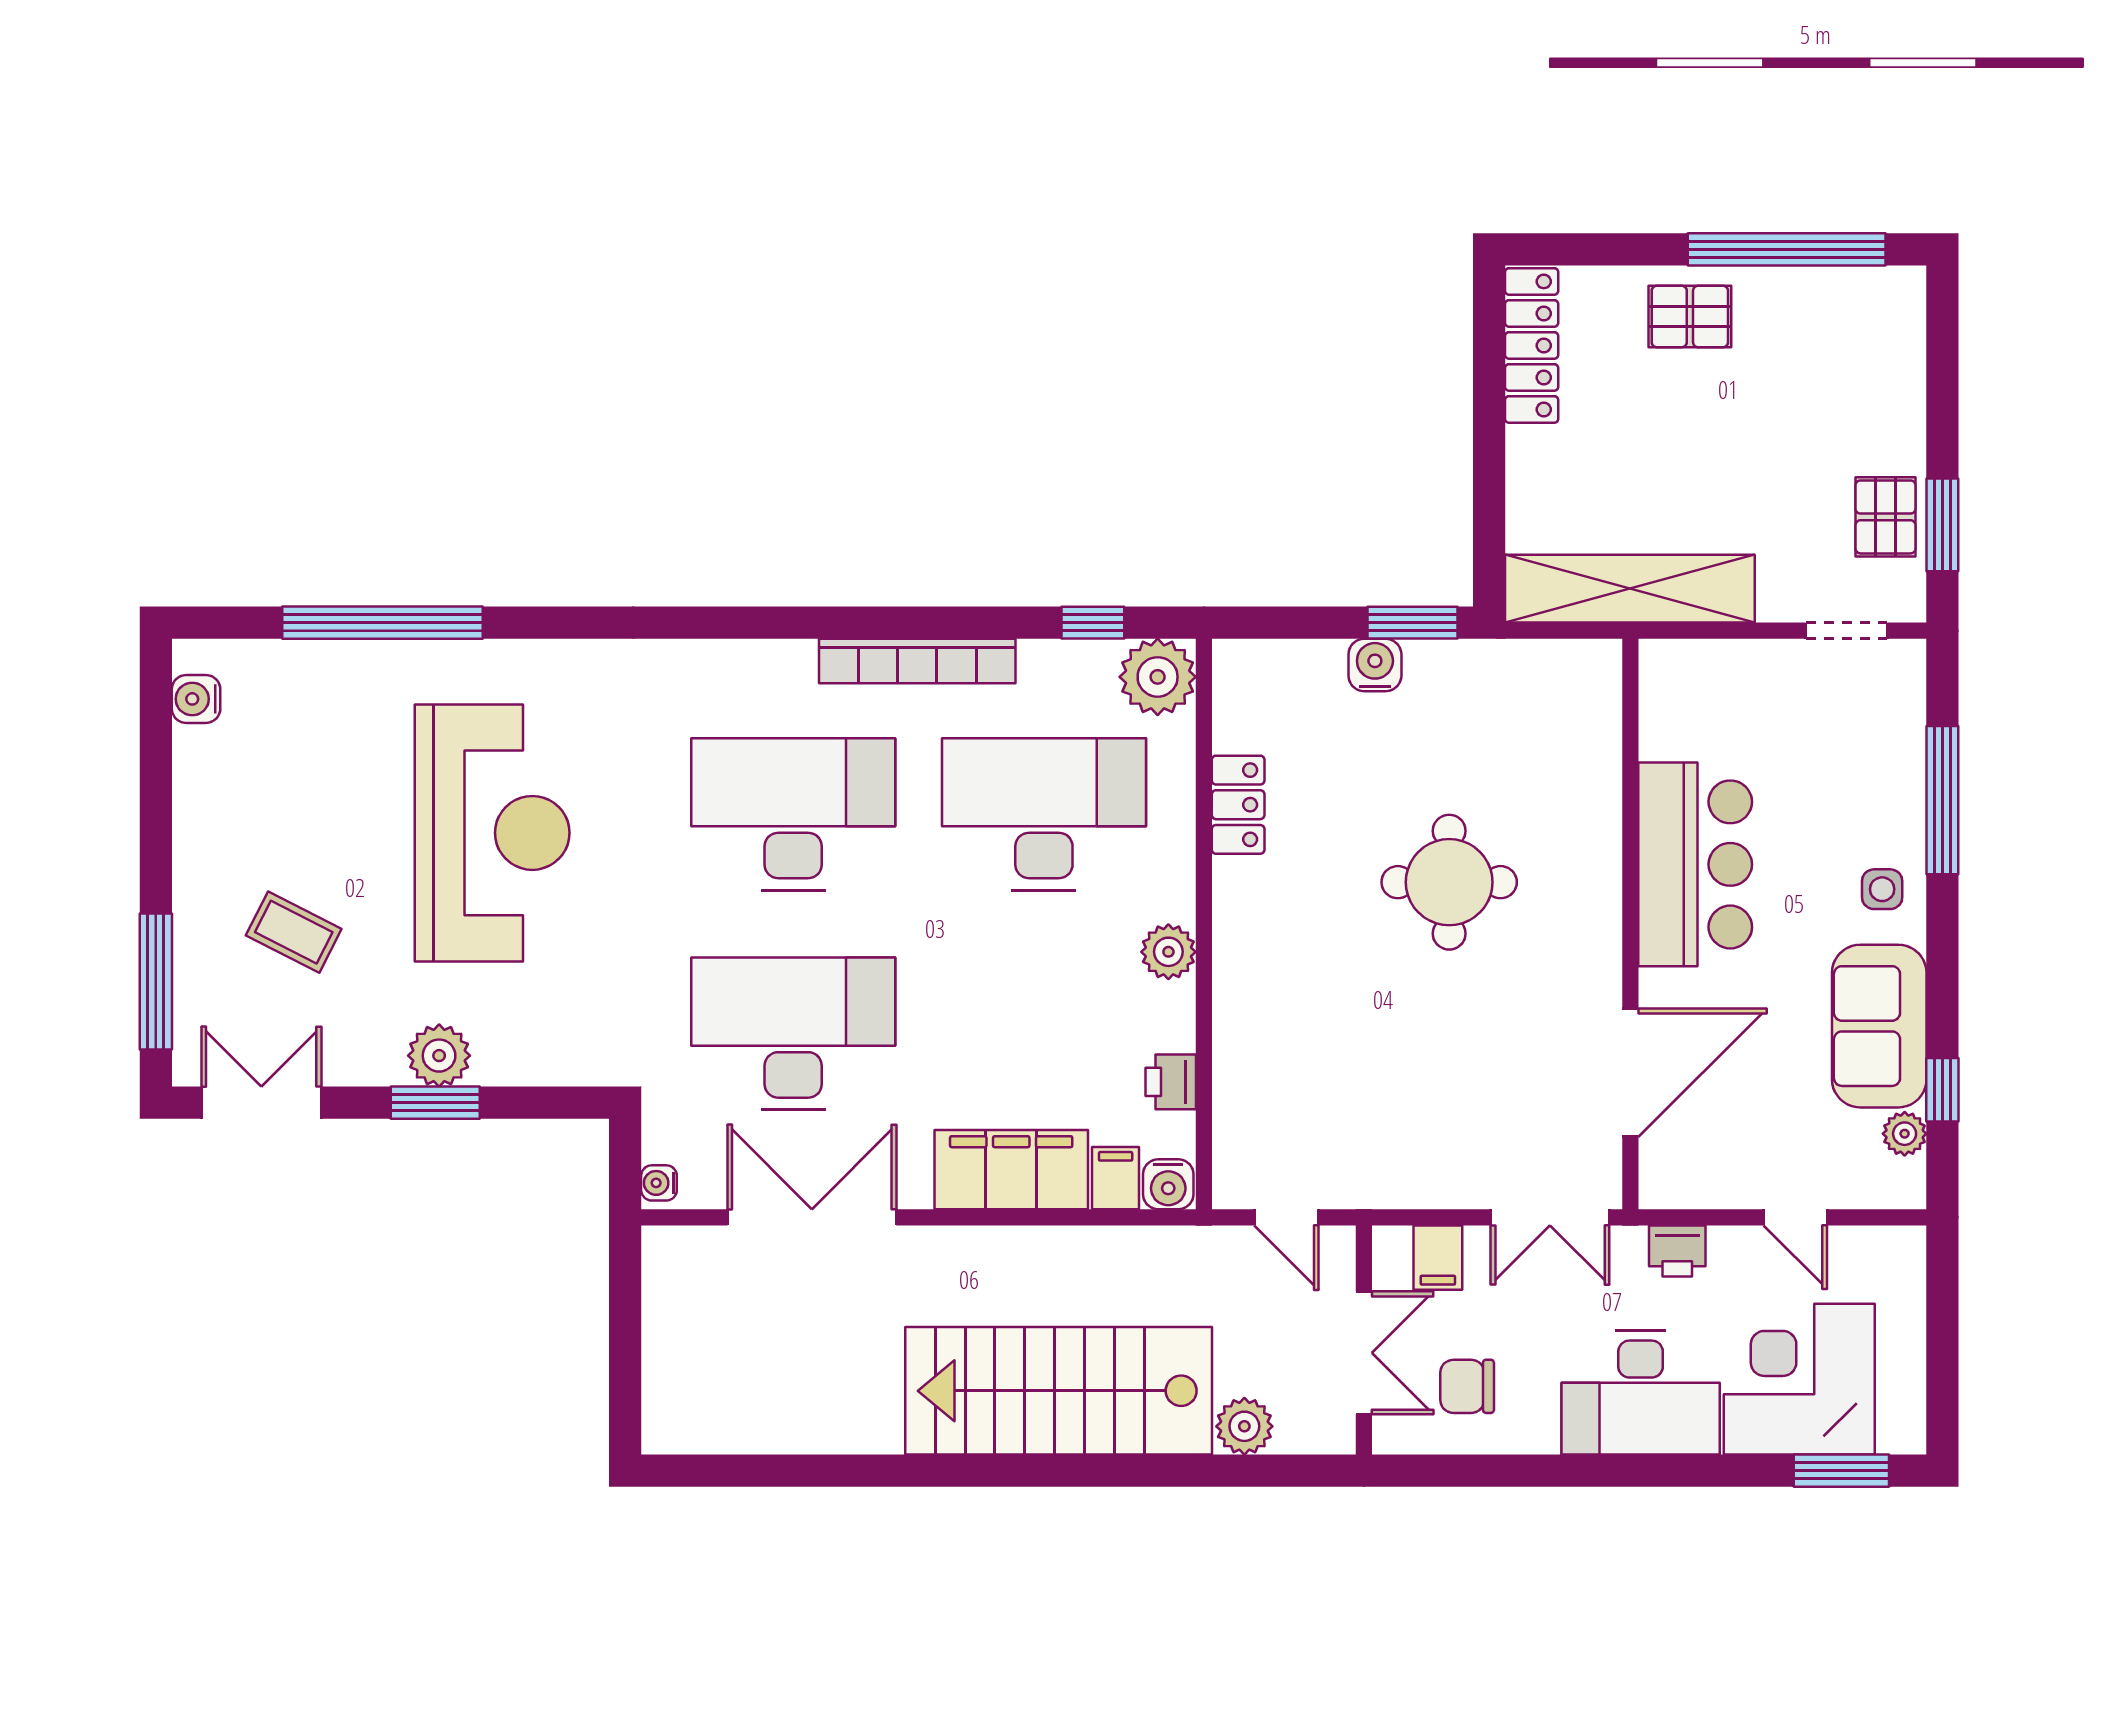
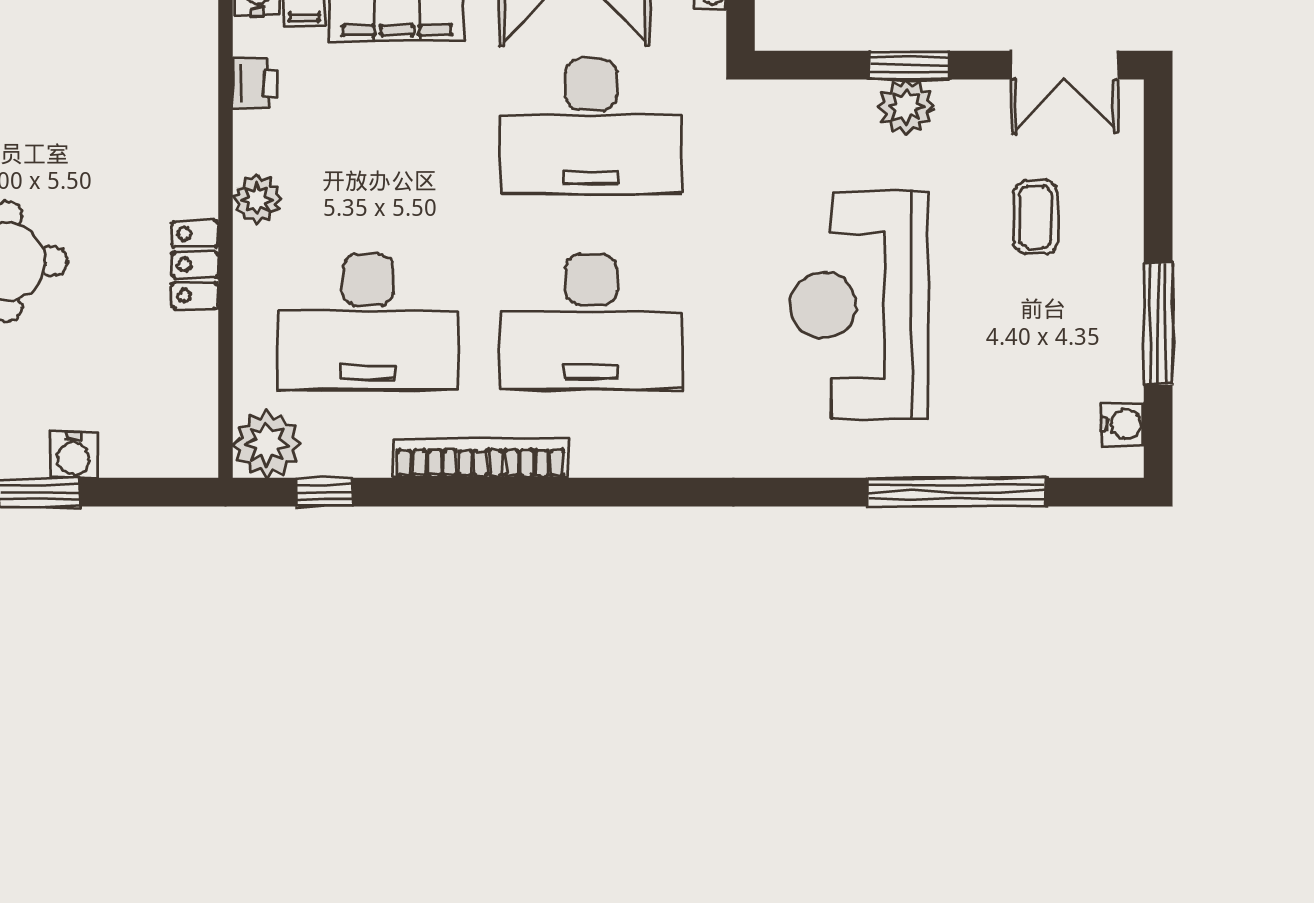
locker: (1238, 805) -> (195, 265), moved
coffee table: (294, 932) -> (1036, 217), turned 63
window: (156, 982) -> (1158, 324), moved

